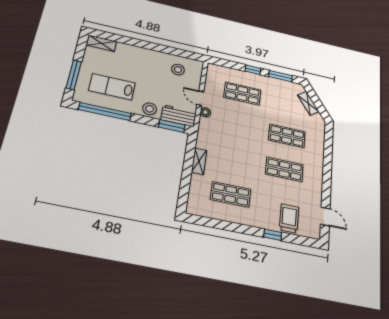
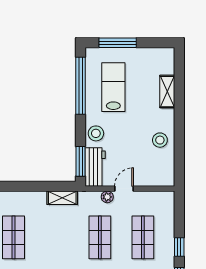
shelving: (101, 43) -> (167, 92), moved
stool: (178, 70) -> (160, 140), moved
shop shelf: (239, 125) -> (100, 237), added
shelving: (199, 161) -> (62, 198), moved

